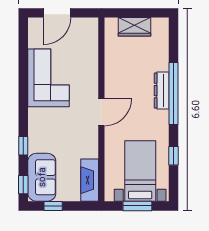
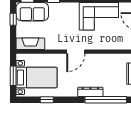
window: (173, 94) -> (106, 100), moved
door: (101, 112) -> (76, 52), hinge flipped

